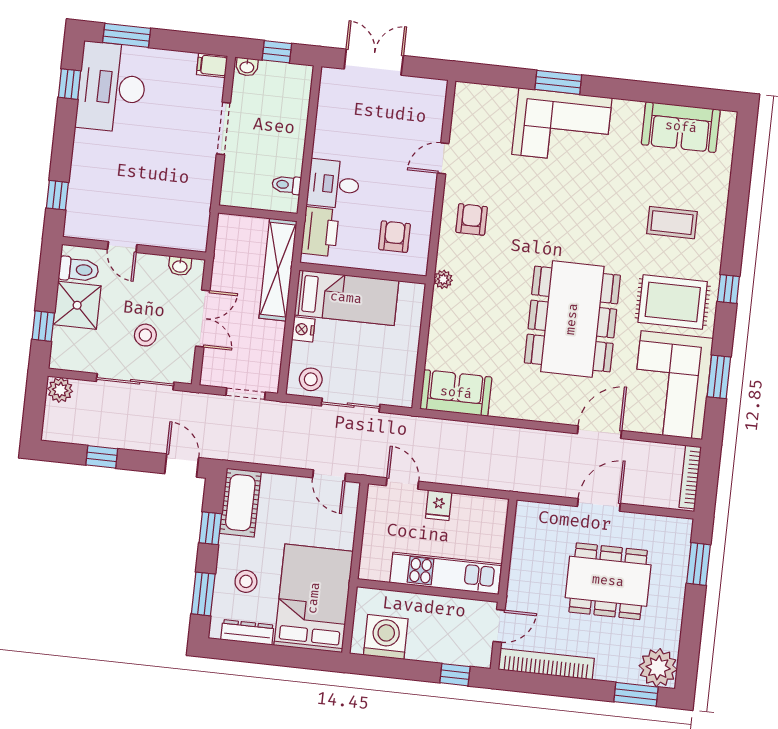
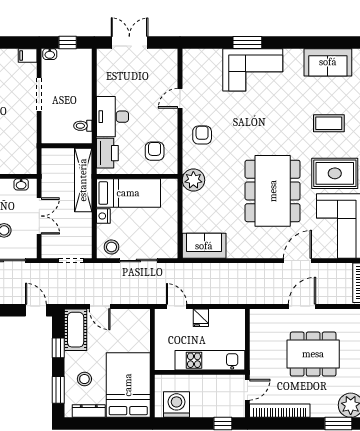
desk: (334, 184) -> (112, 117), width x1.37
plant: (443, 279) -> (193, 180), width x1.88, depth x1.88
door: (329, 476) -> (100, 306), moved

